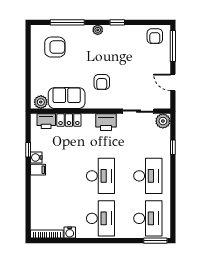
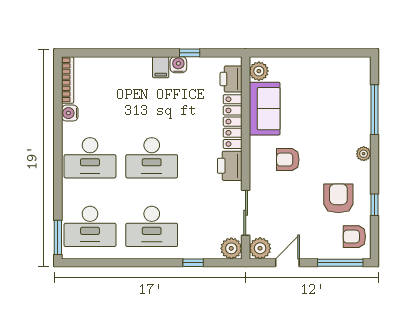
window: (117, 22) -> (374, 205), moved
armchair: (55, 47) -> (338, 198), moved, turned 180
plant: (163, 101) -> (260, 248), added
locker: (69, 120) -> (233, 122), width x1.53

